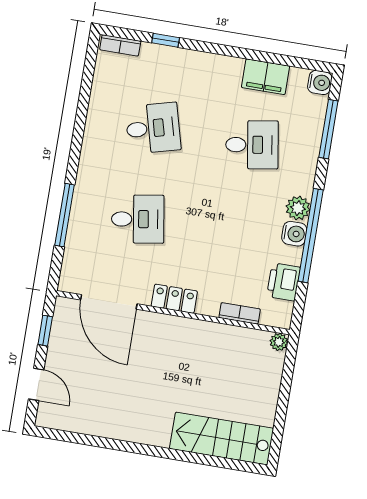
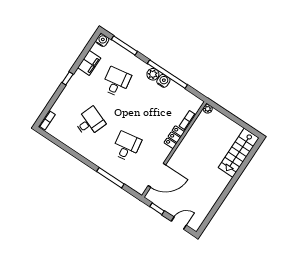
window: (166, 40) -> (68, 78), moved
desk: (153, 128) -> (90, 122), turned 36
printer: (284, 282) -> (182, 95), removed
locker: (174, 299) -> (174, 137), moved

